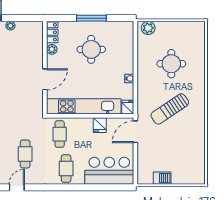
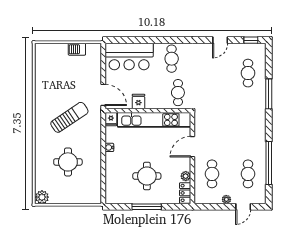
plant: (148, 28) -> (42, 197), moved
door: (135, 132) -> (103, 95), hinge flipped
cafe table: (25, 154) -> (212, 174), moved

